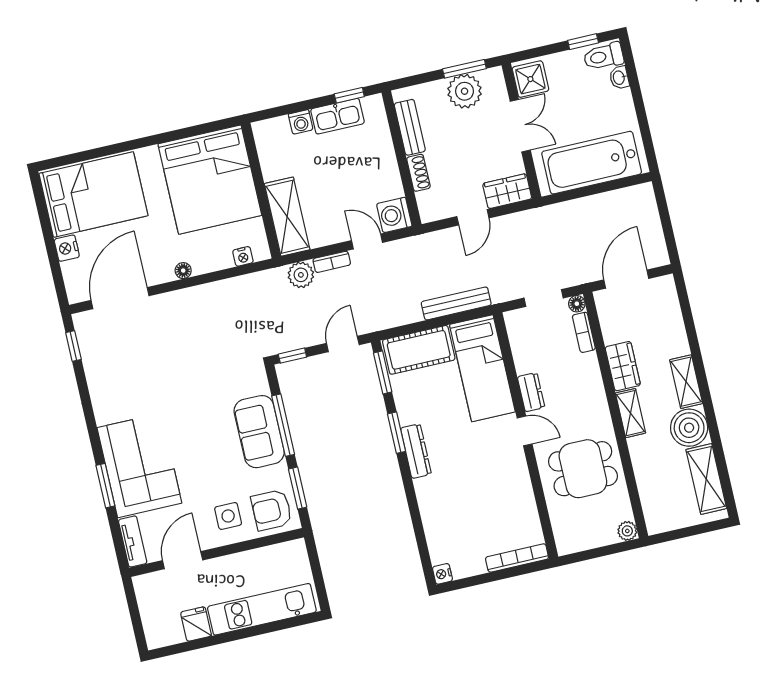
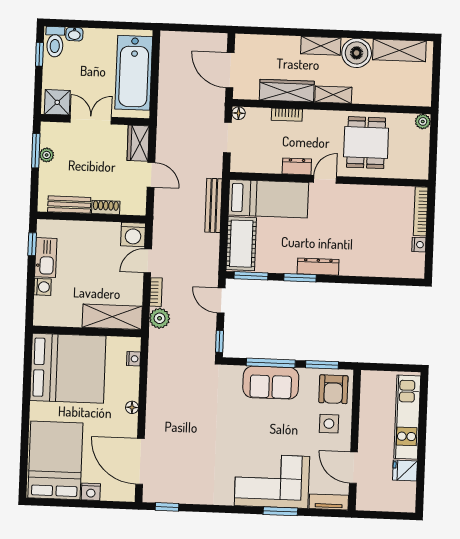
plant: (465, 91) -> (47, 155), width x0.53, depth x0.53
bookcase: (584, 332) -> (287, 115), moved
wardrobe: (623, 366) -> (287, 91), width x1.50
nightstand: (442, 574) -> (419, 245), moved, turned -90

